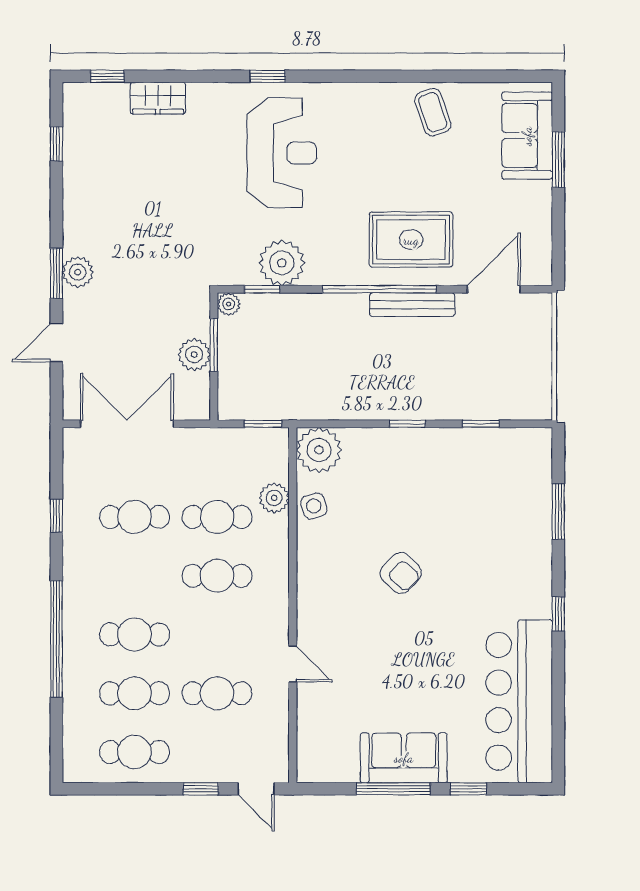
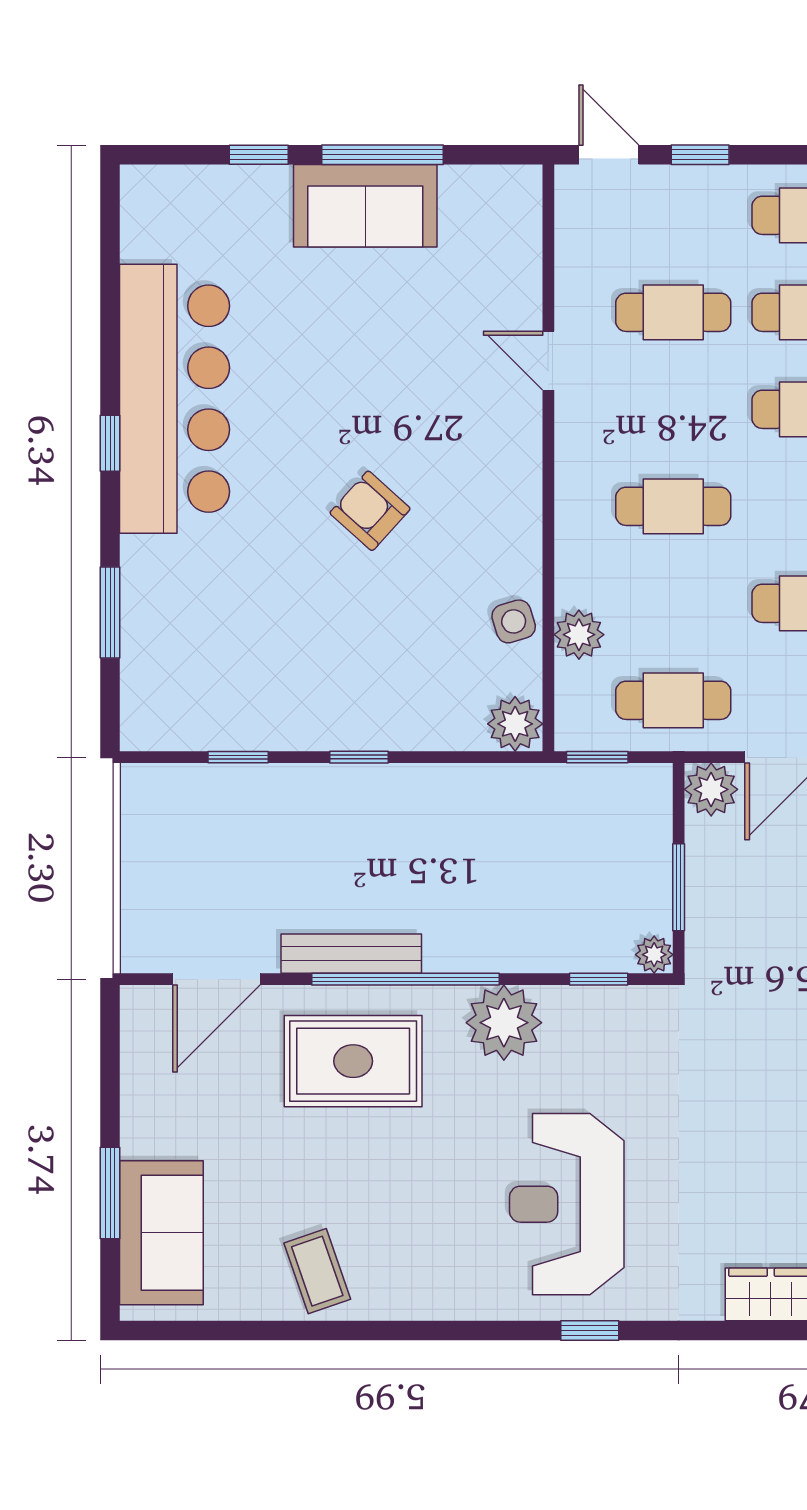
plant: (282, 263) -> (504, 1023), moved
plant: (194, 355) -> (711, 789), moved
plant: (319, 450) -> (515, 724), width x0.73, depth x0.73
cafe table: (217, 517) -> (673, 700), moved
bar counter: (519, 701) -> (175, 399), moved

